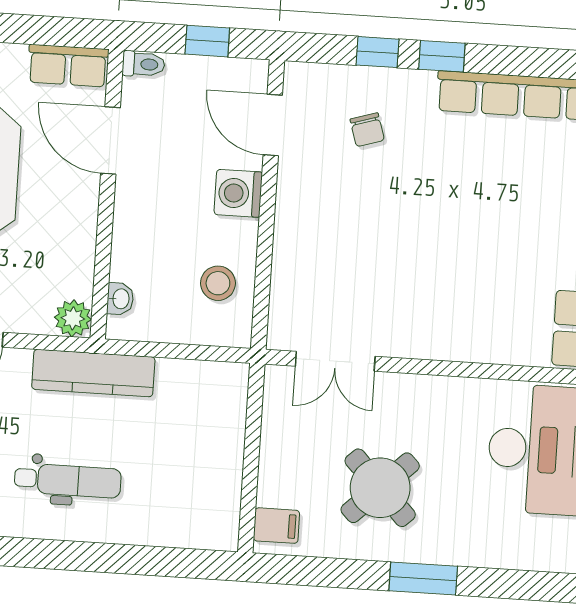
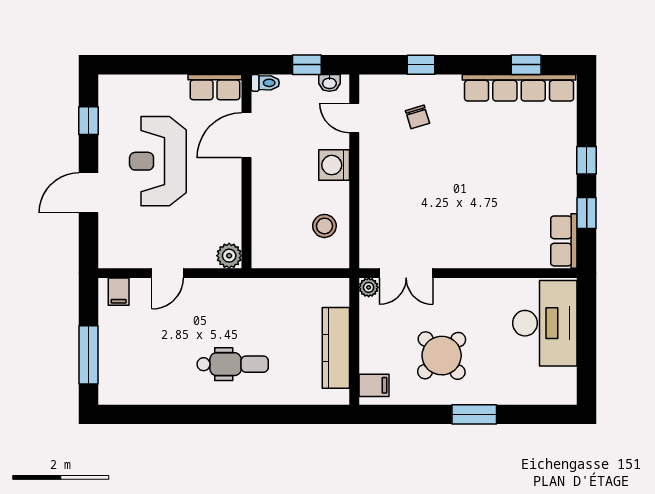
window: (442, 56) -> (526, 65), moved
door: (273, 125) -> (354, 118), width x0.73
door: (110, 140) -> (247, 135), hinge flipped
washbasin: (120, 299) -> (329, 83), moved, turned 90
kitchen counter: (93, 373) -> (336, 348), moved, turned 90
plant: (278, 379) -> (369, 287), added

